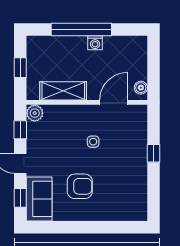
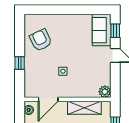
window: (20, 130) -> (115, 80), removed
armchair: (80, 186) -> (41, 40), moved, turned 64

